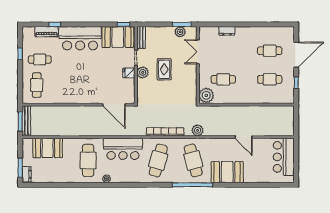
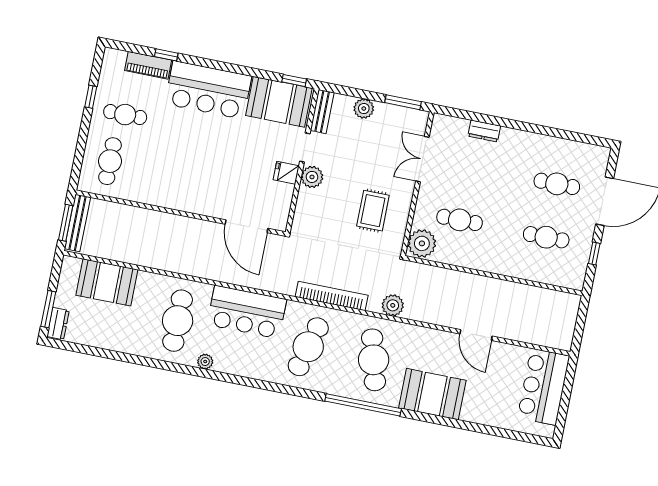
plant: (180, 32) -> (364, 109), moved
rug: (164, 69) -> (373, 211), moved

